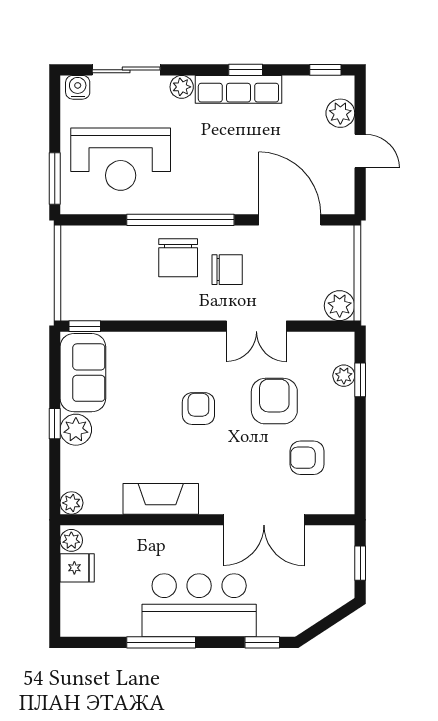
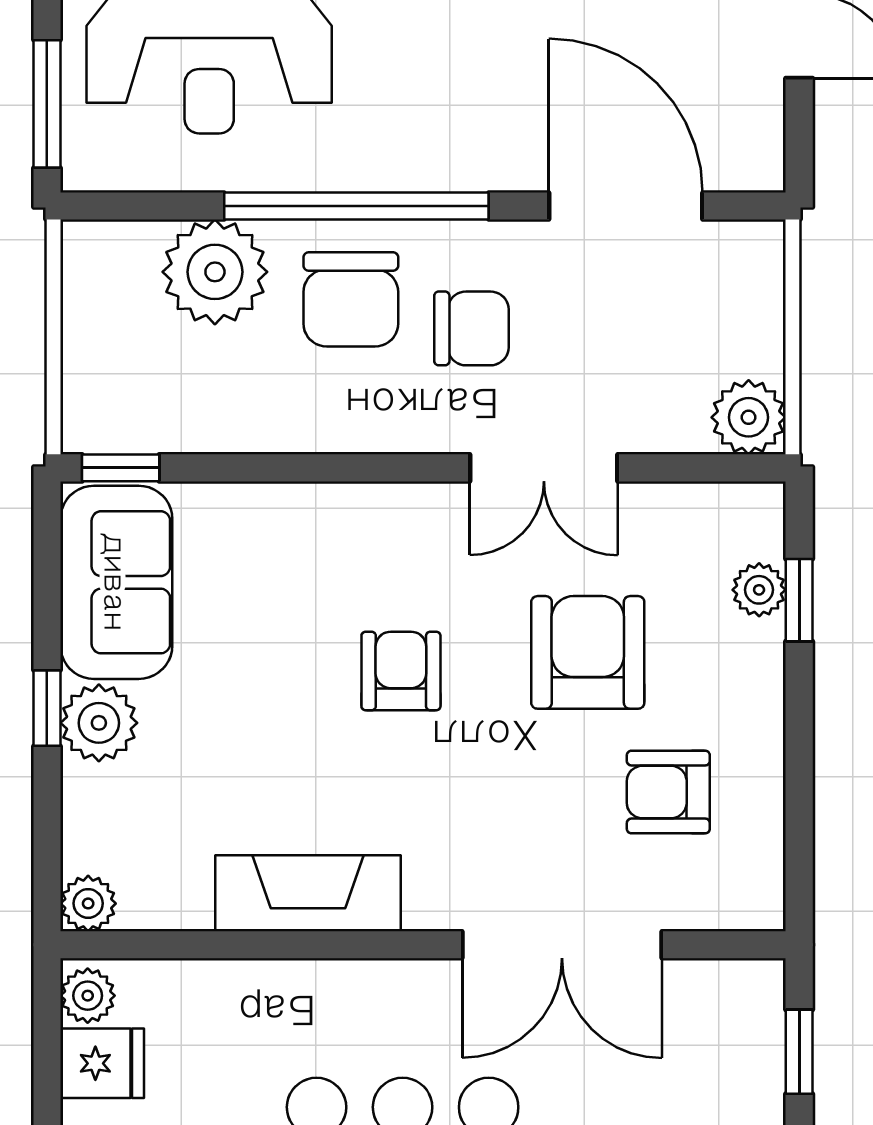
plant: (123, 247) -> (215, 272), added

